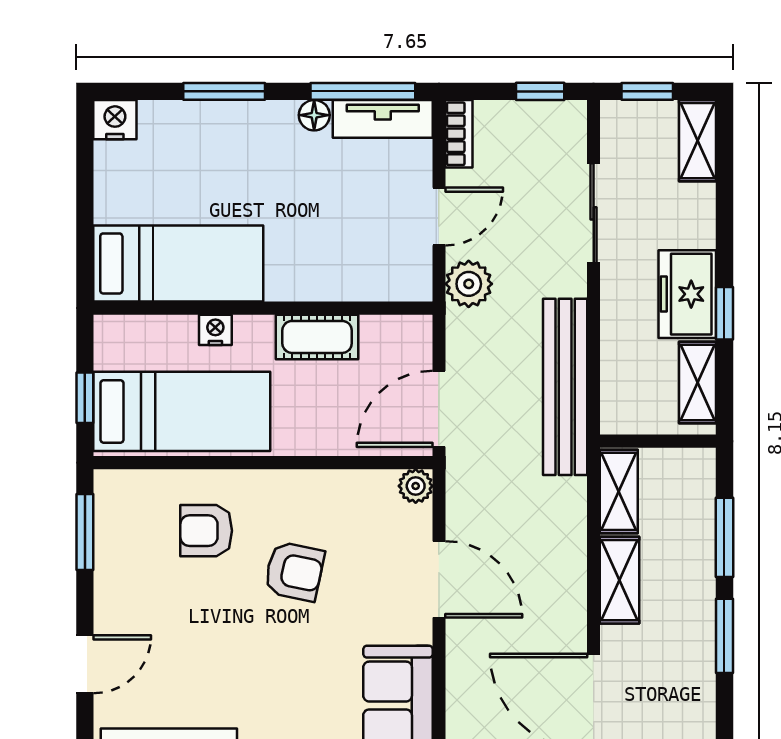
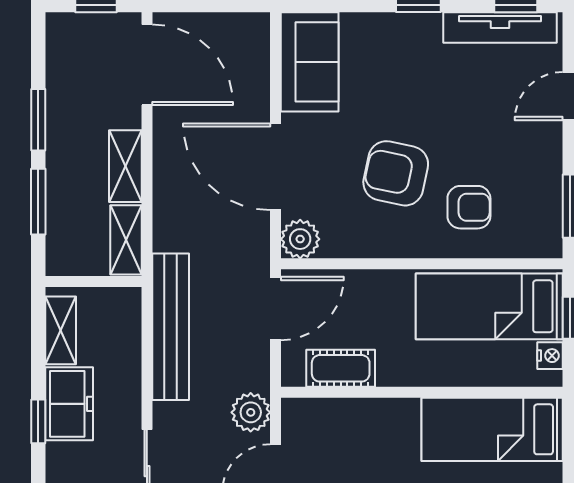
window: (724, 313) -> (38, 421), moved
nightstand: (215, 330) -> (550, 356), moved, turned -90
cot: (317, 337) -> (341, 368), moved
plant: (416, 486) -> (300, 239), width x1.38, depth x1.38
armchair: (294, 571) -> (396, 173), width x1.38, depth x1.38
door: (439, 579) -> (275, 167), width x1.36

